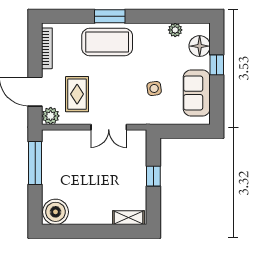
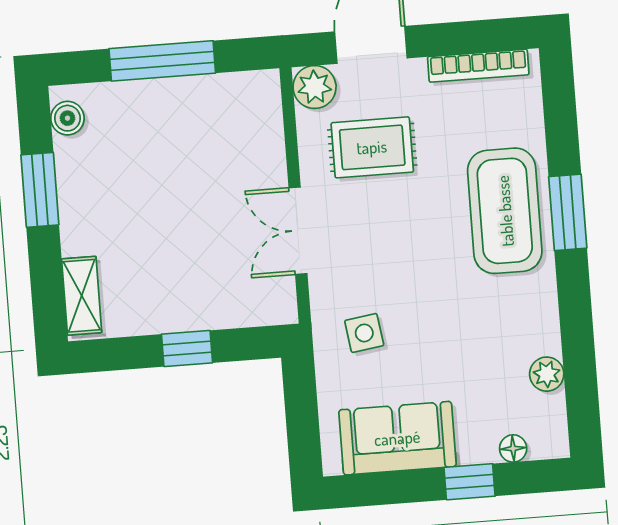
floor lamp: (200, 46) -> (513, 448), width x0.53, depth x0.53
side table: (154, 88) -> (364, 333), moved
window: (35, 163) -> (162, 61), moved
boiler: (56, 212) -> (67, 118), width x0.54, depth x0.54
window: (84, 231) -> (40, 190), added

